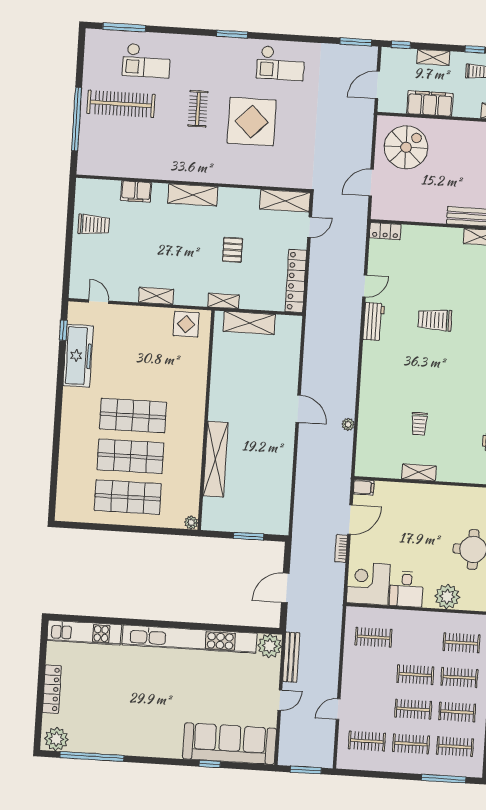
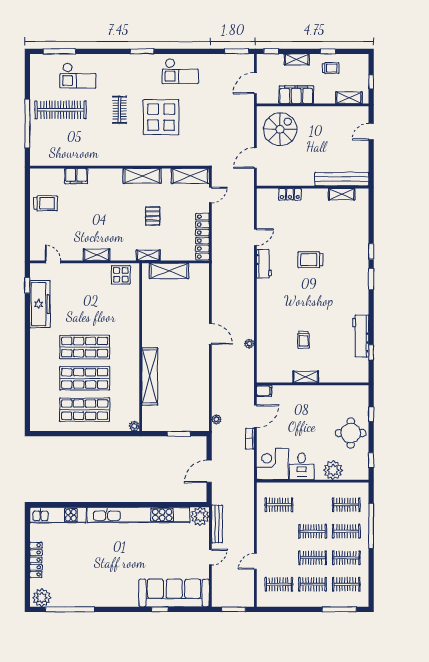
shelving: (193, 195) -> (142, 176), moved
locker: (385, 231) -> (290, 194), moved
plant: (299, 521) -> (216, 419), added

